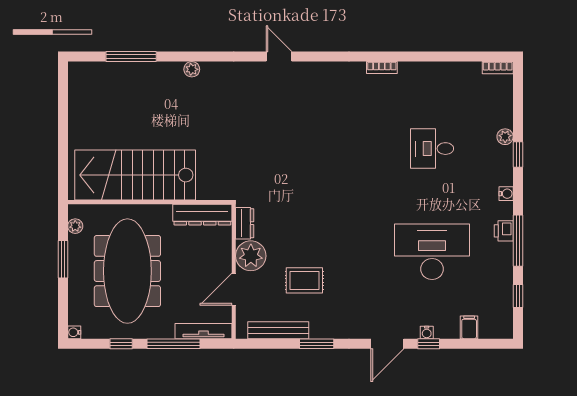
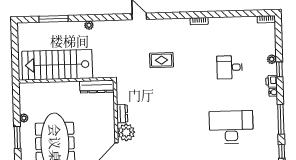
stairs: (135, 175) -> (57, 65), moved
wall: (150, 202) -> (66, 80), moved
dresser: (202, 215) -> (97, 87), moved
printer: (504, 231) -> (271, 81), moved
rug: (304, 280) -> (162, 60), moved

